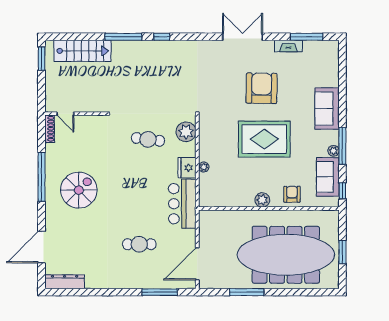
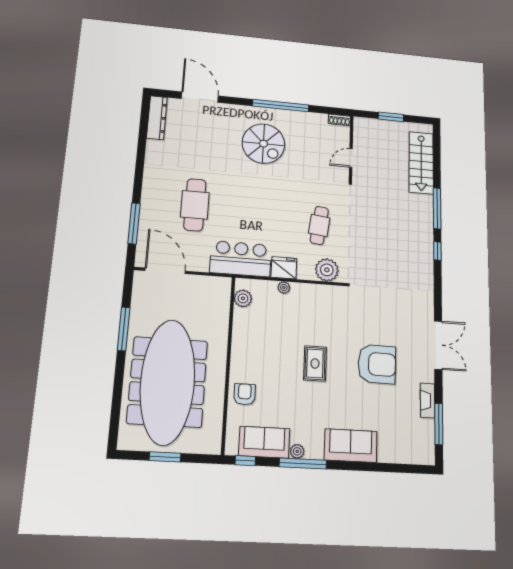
window: (42, 59) -> (391, 117), moved
door: (65, 114) -> (351, 158), moved
shoe rack: (50, 129) -> (339, 120), width x0.70
rug: (264, 139) -> (315, 364), width x0.54, depth x0.49
armchair: (292, 194) -> (245, 394), turned -90
plant: (262, 200) -> (243, 298), moved
cafe table: (139, 244) -> (195, 205), width x1.37, depth x1.35

